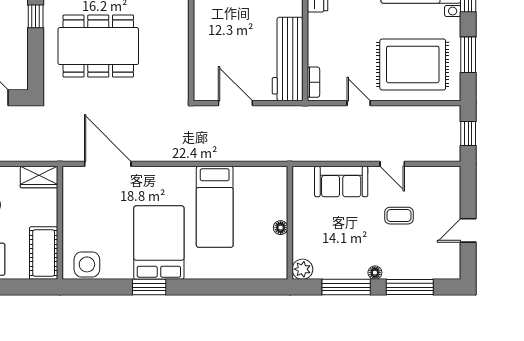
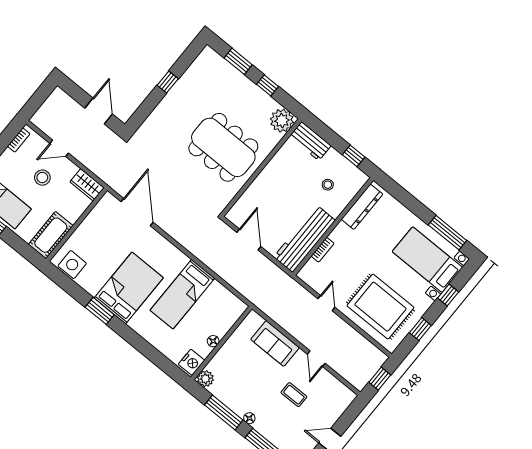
dining table: (98, 46) -> (223, 147), moved
window: (468, 55) -> (420, 329), width x0.67
bookcase: (313, 82) -> (323, 250), moved
nightstand: (276, 264) -> (192, 362), added

